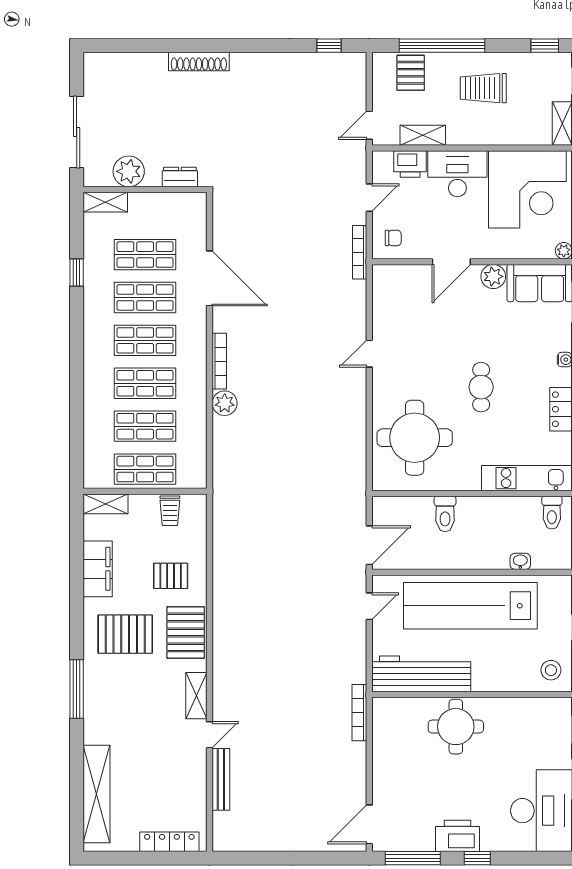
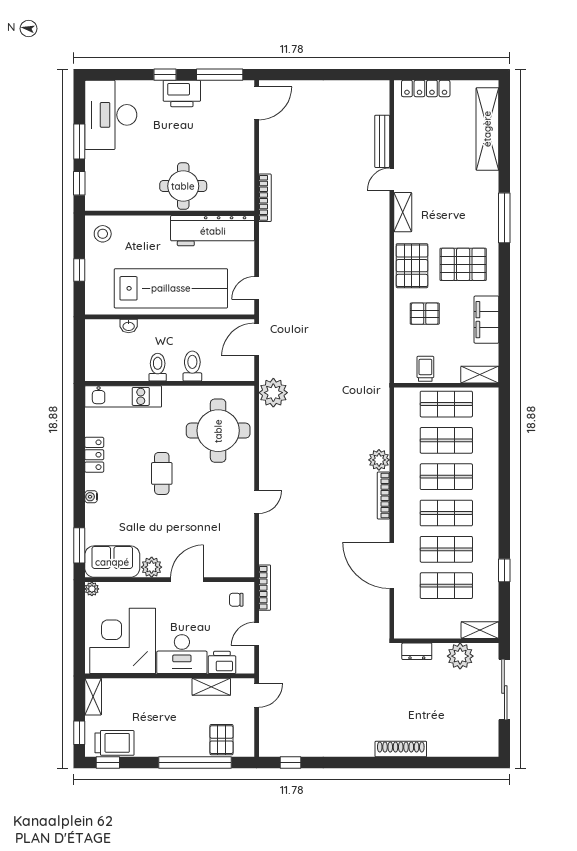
trolley: (483, 88) -> (114, 743), moved
plant: (349, 482) -> (273, 393), added
toilet: (552, 513) -> (158, 367), moved

